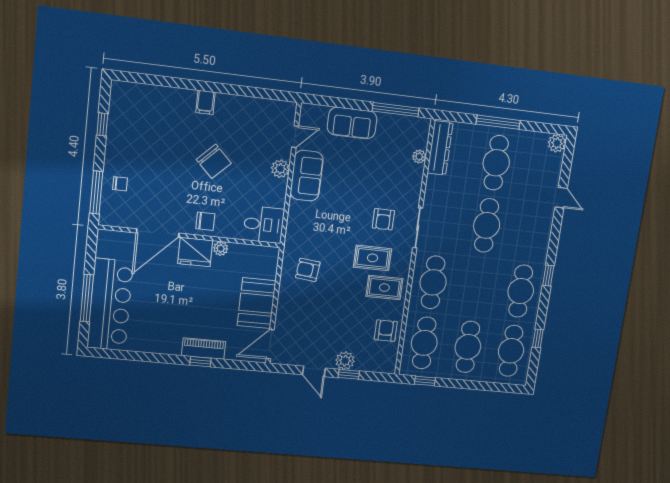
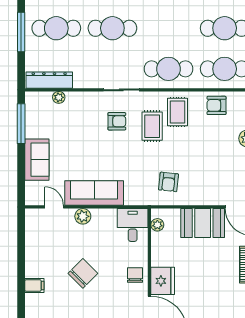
sofa: (307, 176) -> (94, 193), width x1.36
plant: (221, 248) -> (157, 225), moved

